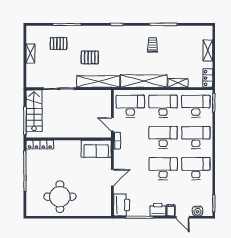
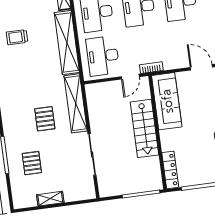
stairs: (34, 111) -> (145, 128), moved, turned -90
sofa: (96, 149) -> (167, 101), width x1.36

